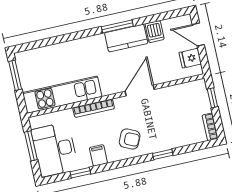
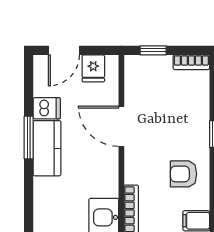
window: (117, 26) -> (29, 137), moved
door: (140, 90) -> (121, 126), moved
armchair: (130, 139) -> (184, 174), turned -115

